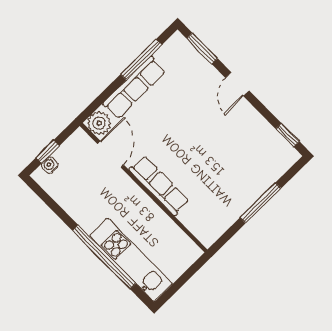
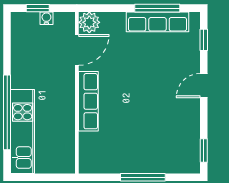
window: (202, 48) -> (204, 40), width x0.67
row of seats: (134, 88) -> (158, 22), moved
water cooler: (50, 165) -> (46, 18), moved

